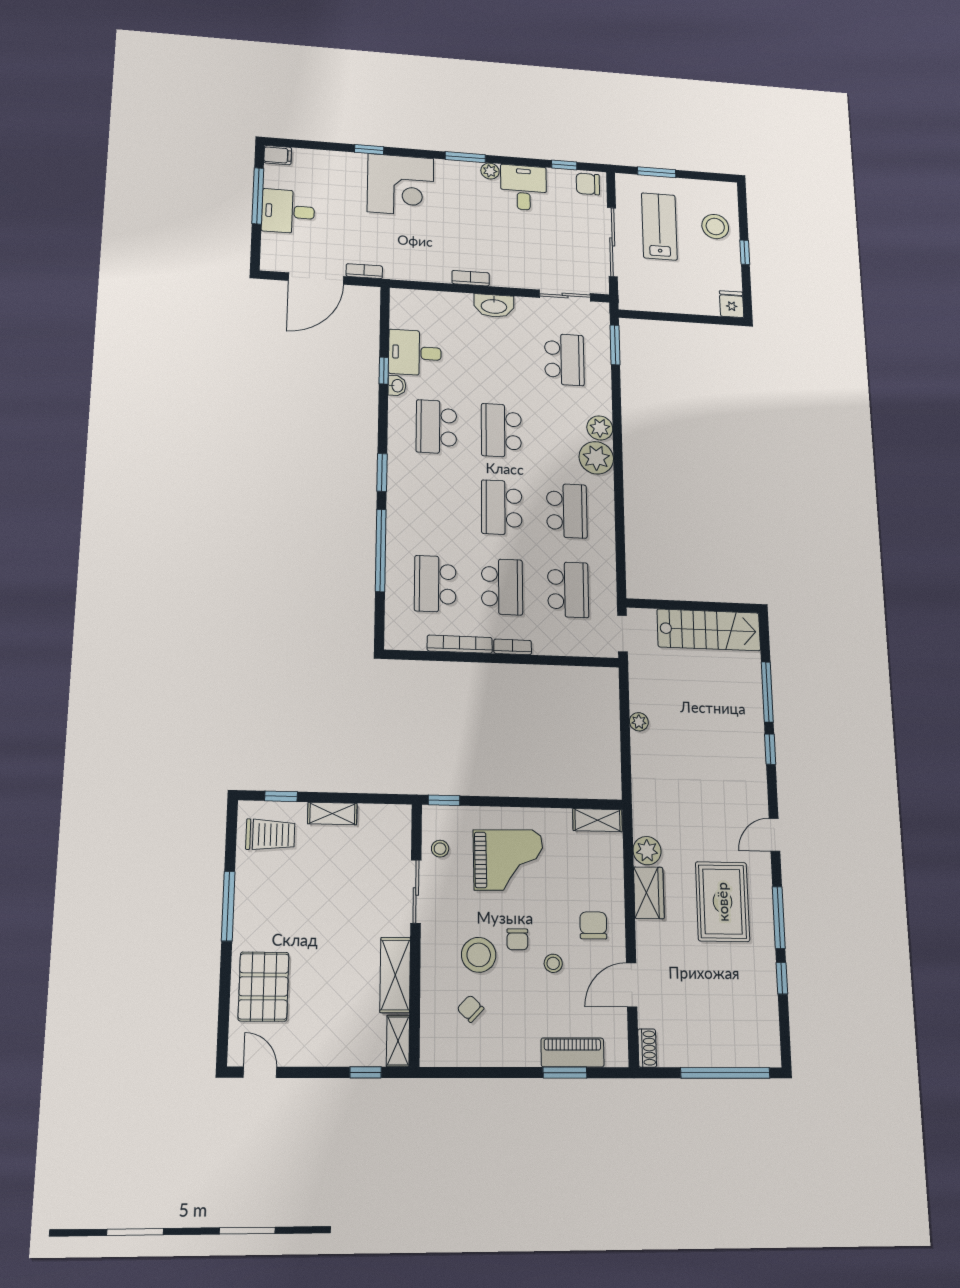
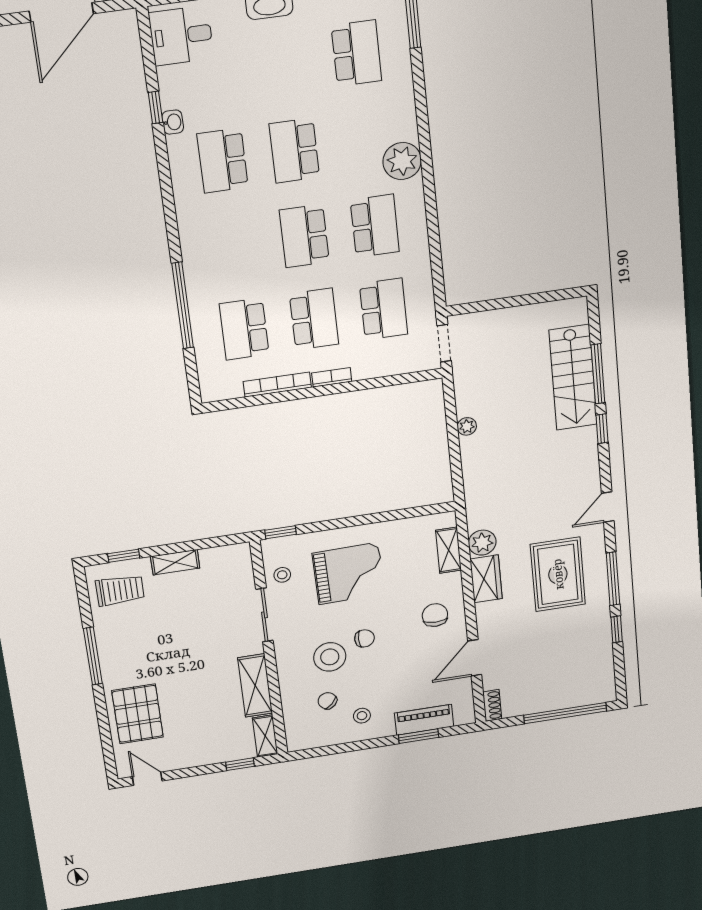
desk: (415, 353) -> (181, 36), moved
plant: (600, 428) -> (403, 126), removed
window: (382, 472) -> (171, 223), removed
stairs: (709, 630) -> (573, 377), moved, turned 90
shelving: (598, 820) -> (448, 550), moved, turned 90
chair: (517, 939) -> (364, 638), turned -90
stool: (553, 963) -> (362, 716), moved

